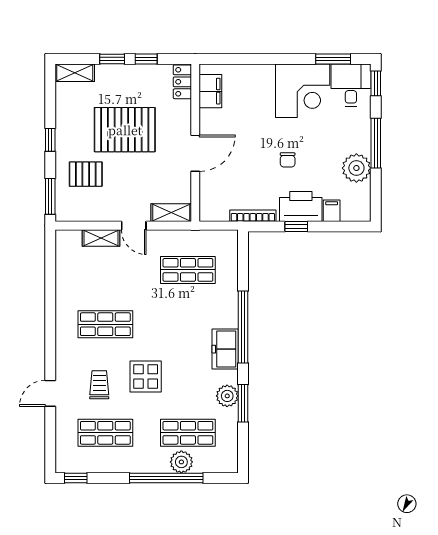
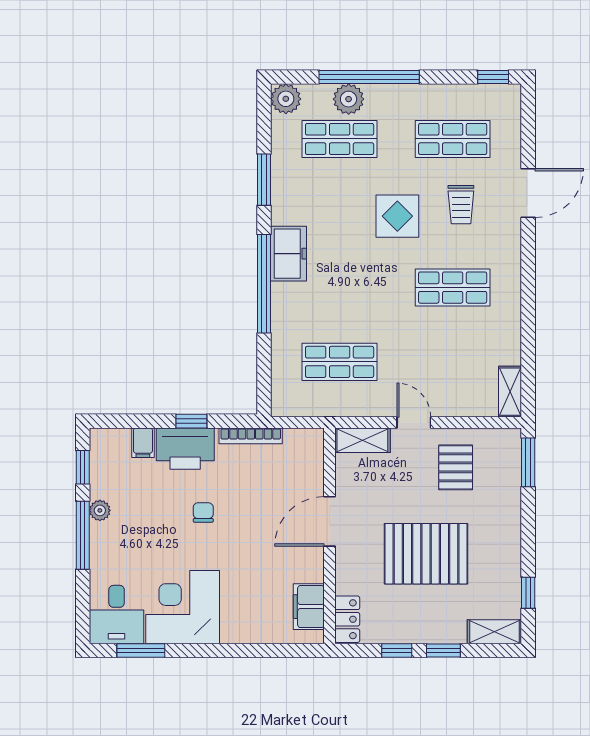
window: (376, 83) -> (83, 467), moved
window: (50, 140) -> (528, 593), moved
plant: (356, 168) -> (100, 510), width x0.53, depth x0.53
pallet: (86, 174) -> (456, 467), moved, turned 90
shelving: (101, 238) -> (510, 392), moved, turned 90
door: (50, 393) -> (528, 193), width x1.37
plant: (227, 396) -> (286, 99), moved

